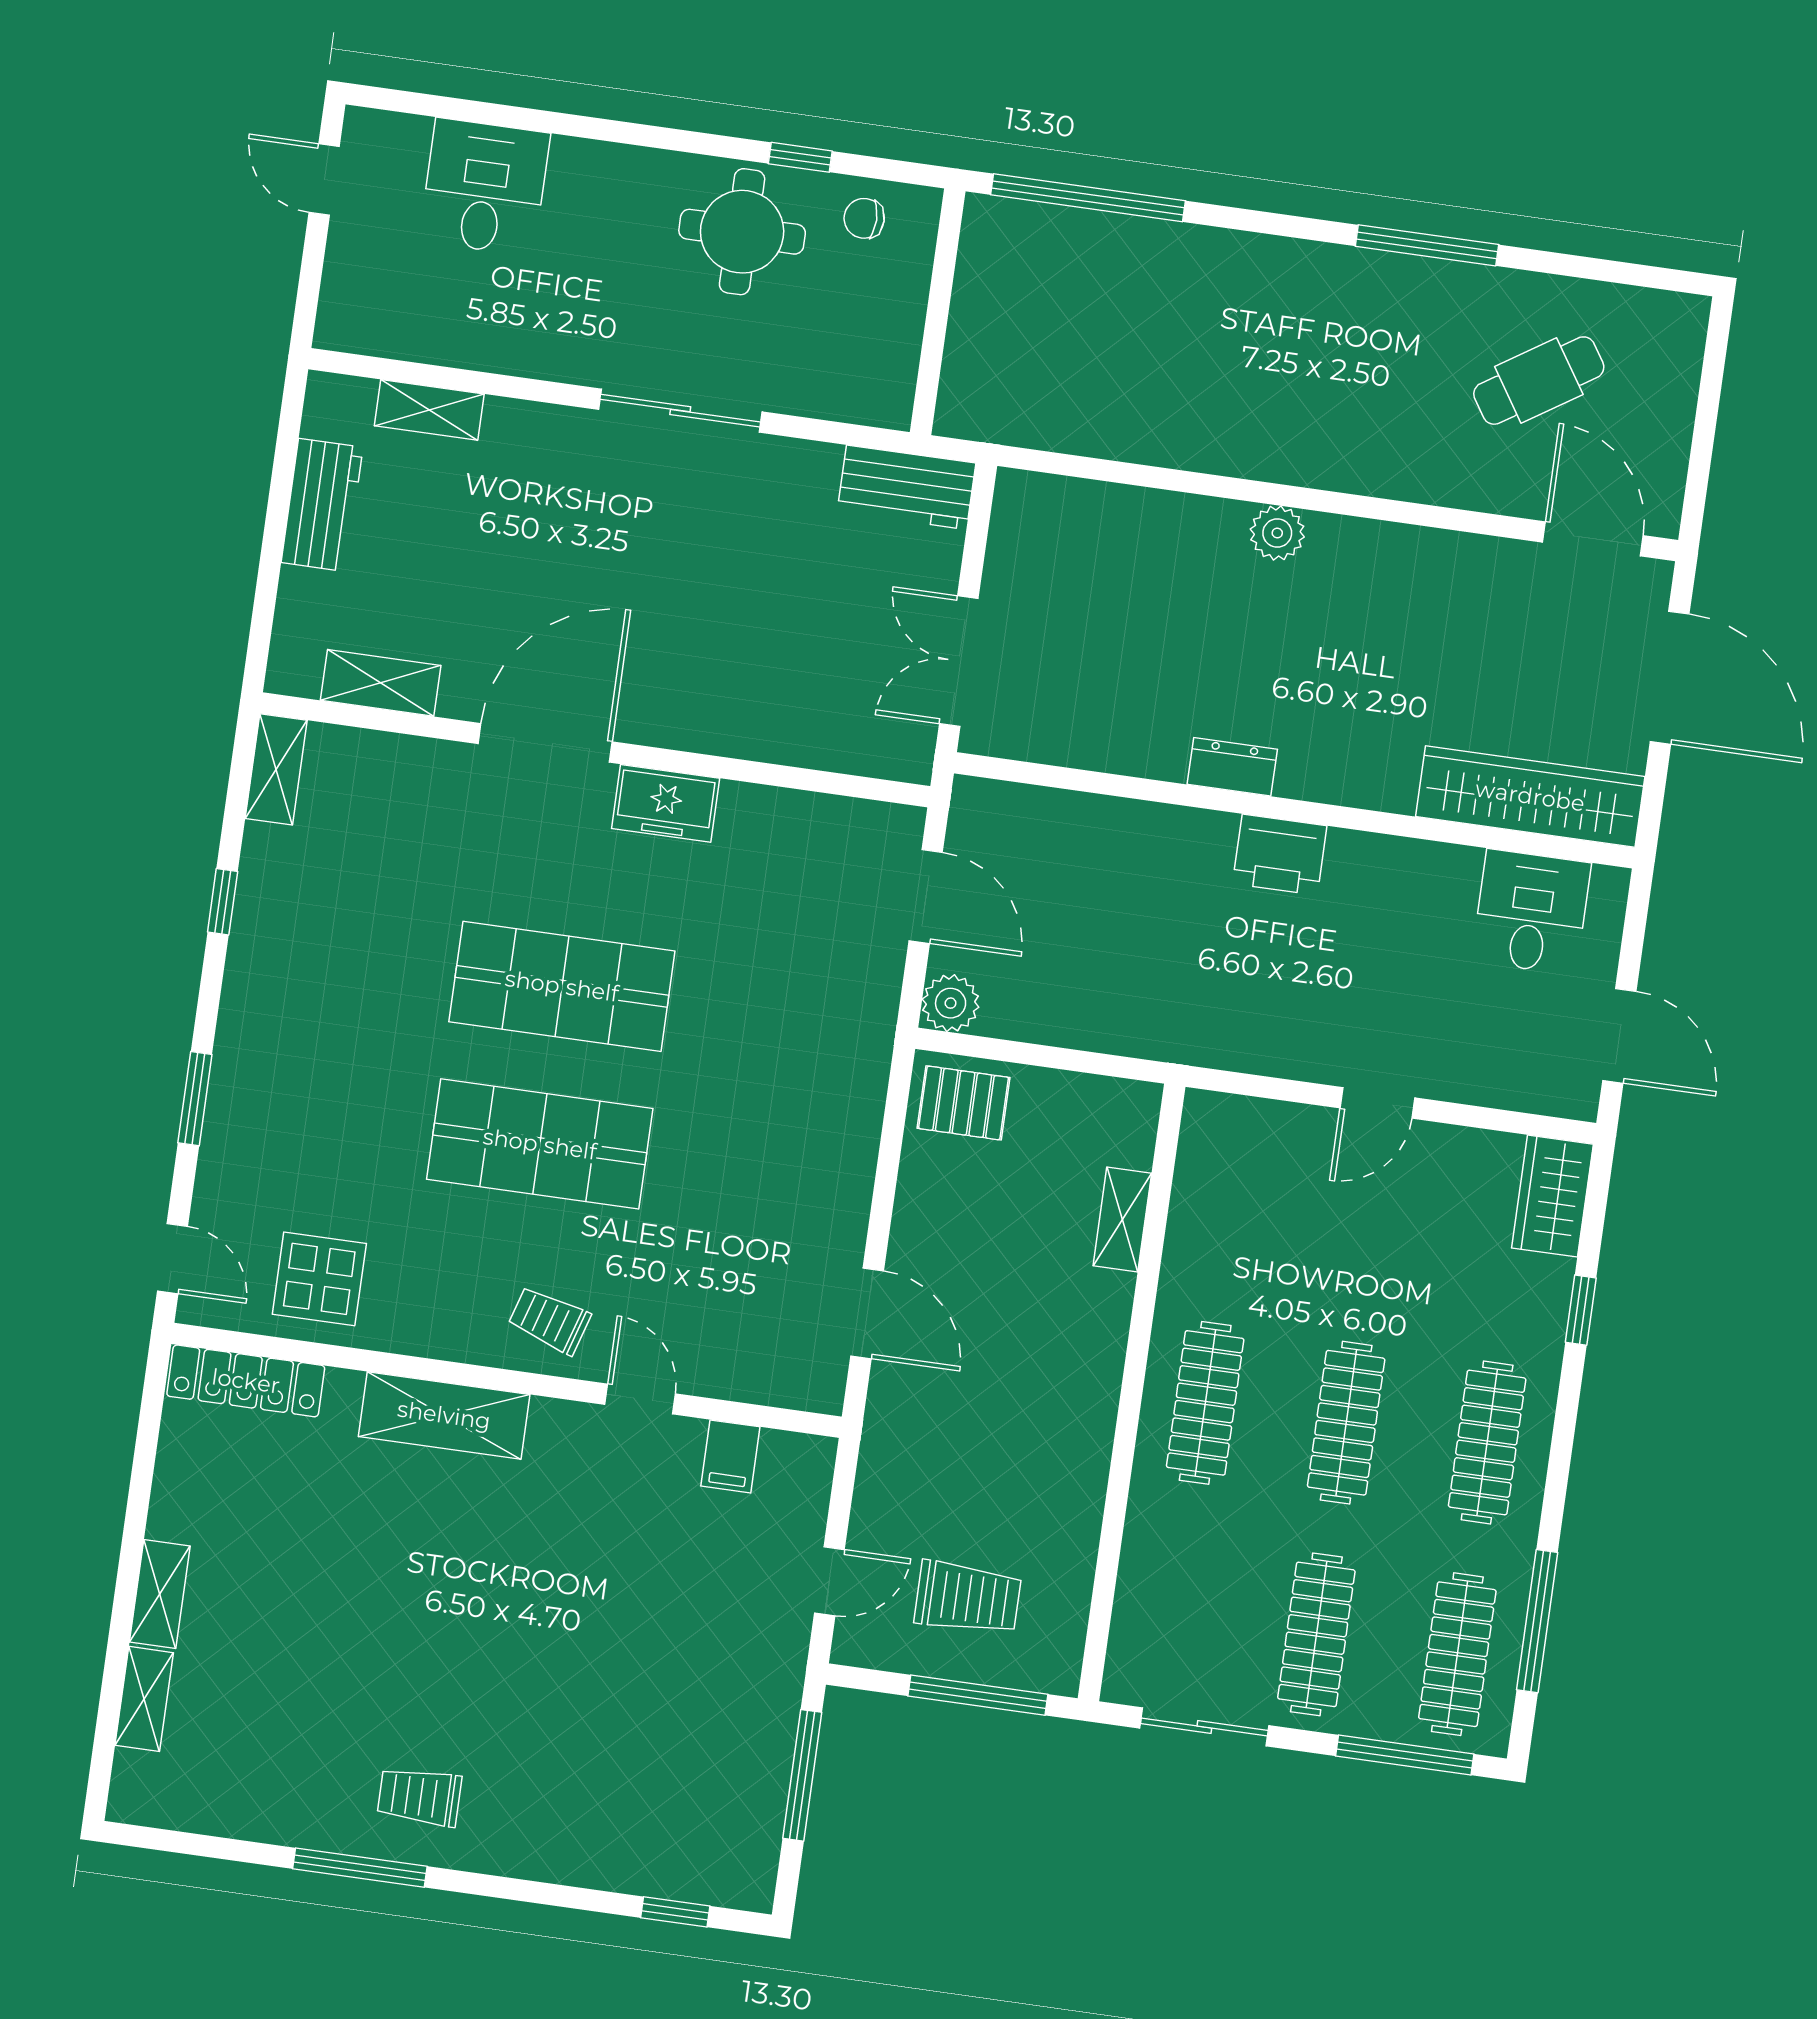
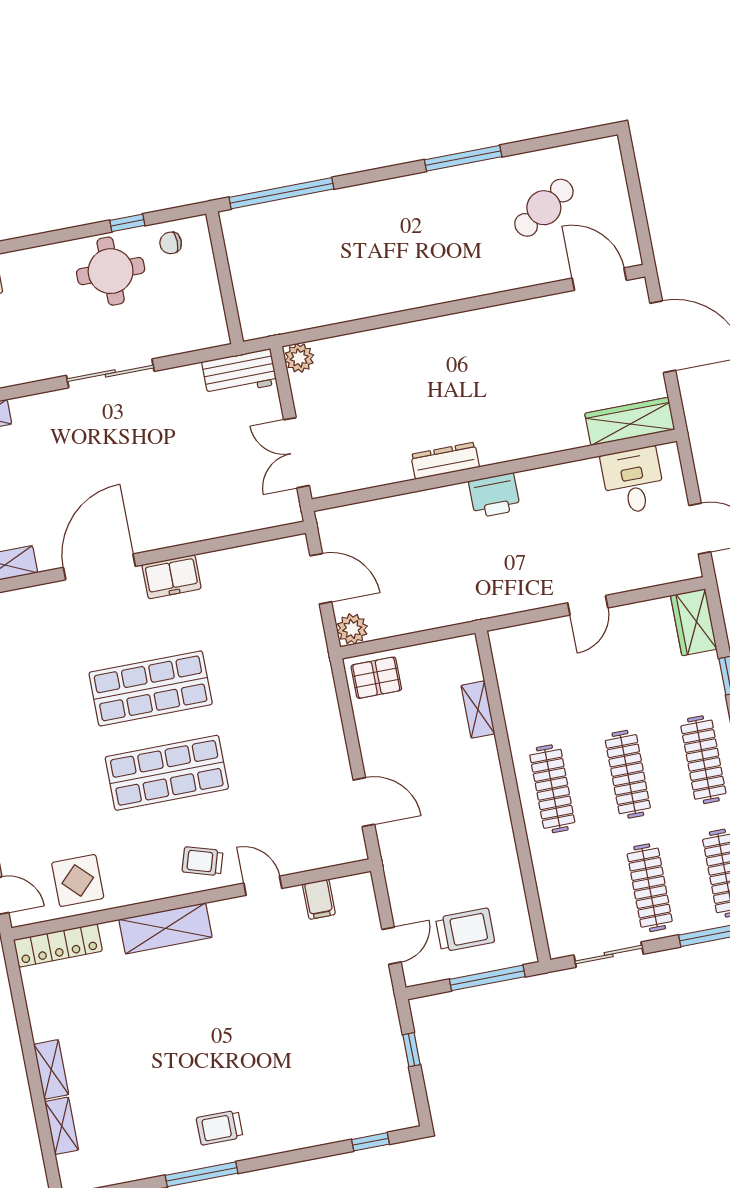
plant: (1277, 533) -> (299, 358), moved
dresser: (1232, 767) -> (445, 461), width x1.44
wardrobe: (1530, 796) -> (630, 421), width x0.71, depth x0.85
window: (802, 1775) -> (411, 1050), width x0.46

